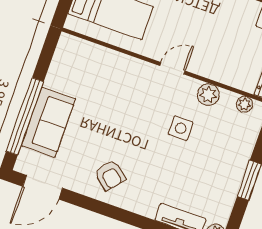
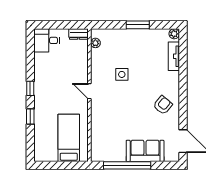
plant: (208, 95) -> (97, 65), removed
window: (25, 116) -> (127, 165), moved

